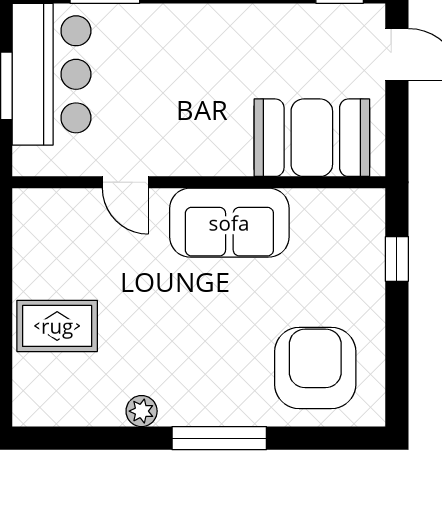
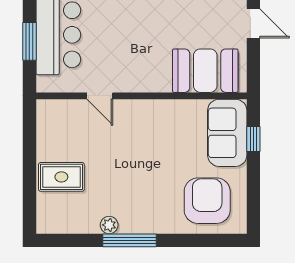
sofa: (229, 223) -> (227, 133), moved, turned 90
window: (219, 438) -> (129, 240), moved

